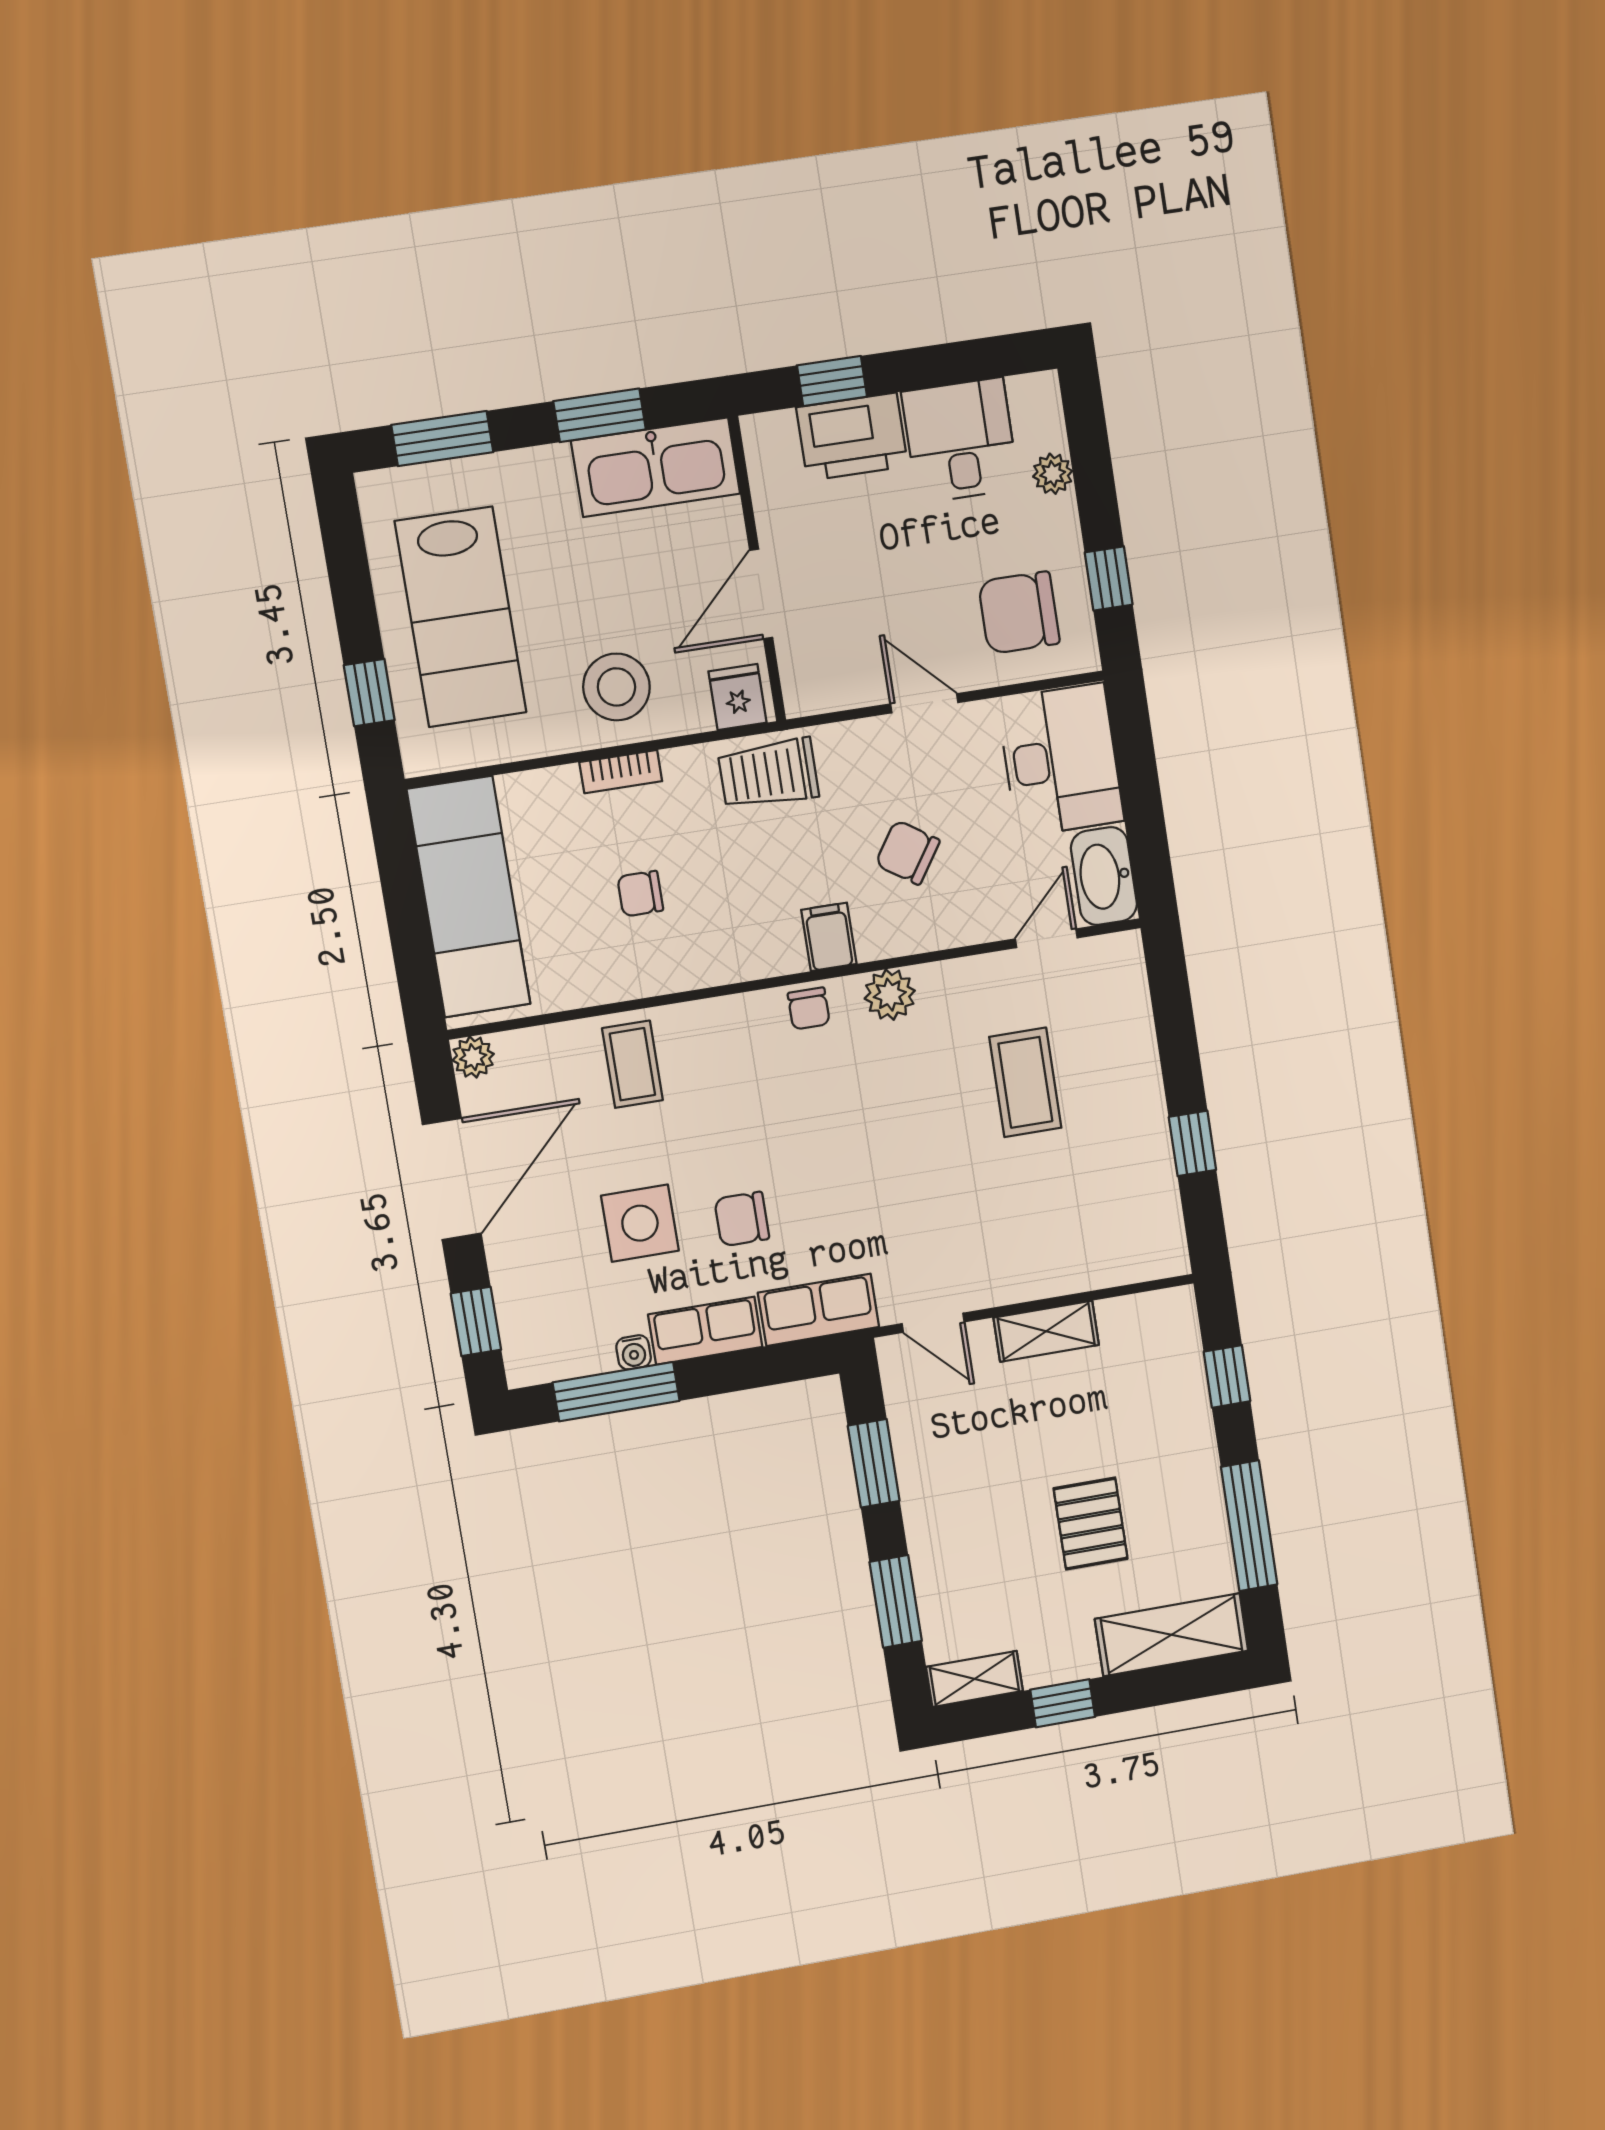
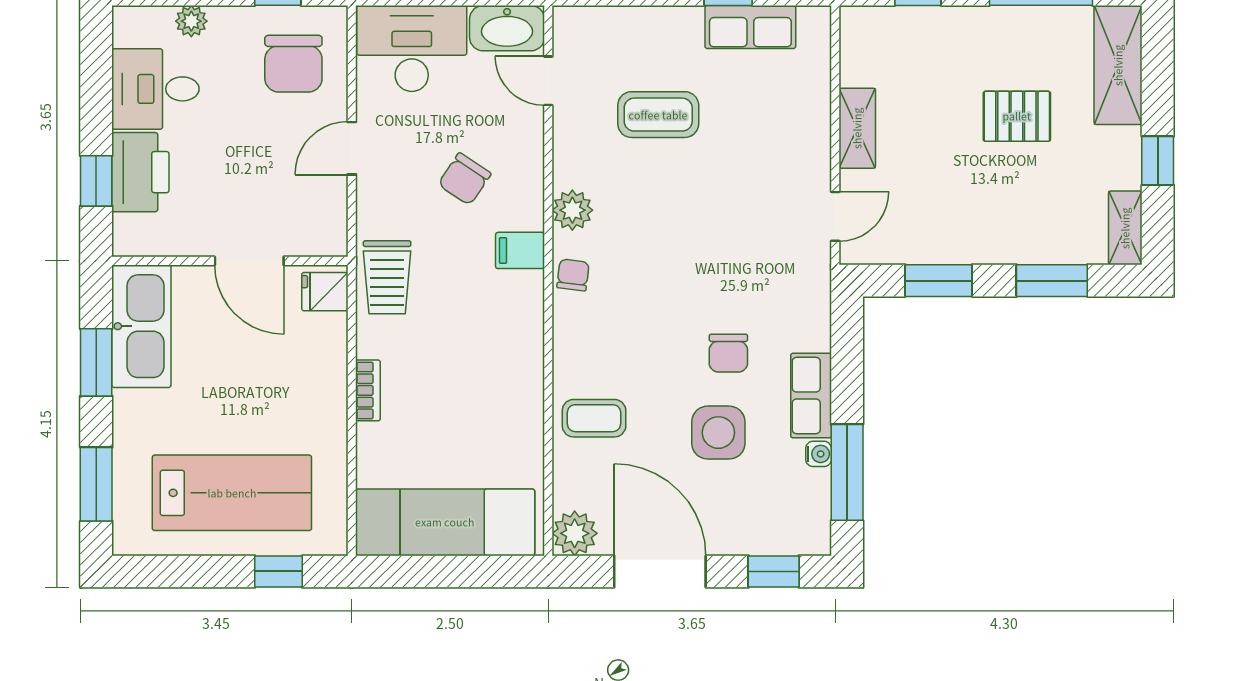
stool: (616, 687) -> (303, 383), removed
chair: (640, 894) -> (464, 391), removed
chair: (809, 1008) -> (573, 275), turned -83
plant: (473, 1057) -> (575, 533), width x1.38, depth x1.38
row of seats: (819, 1310) -> (750, 27), moved, turned -90

